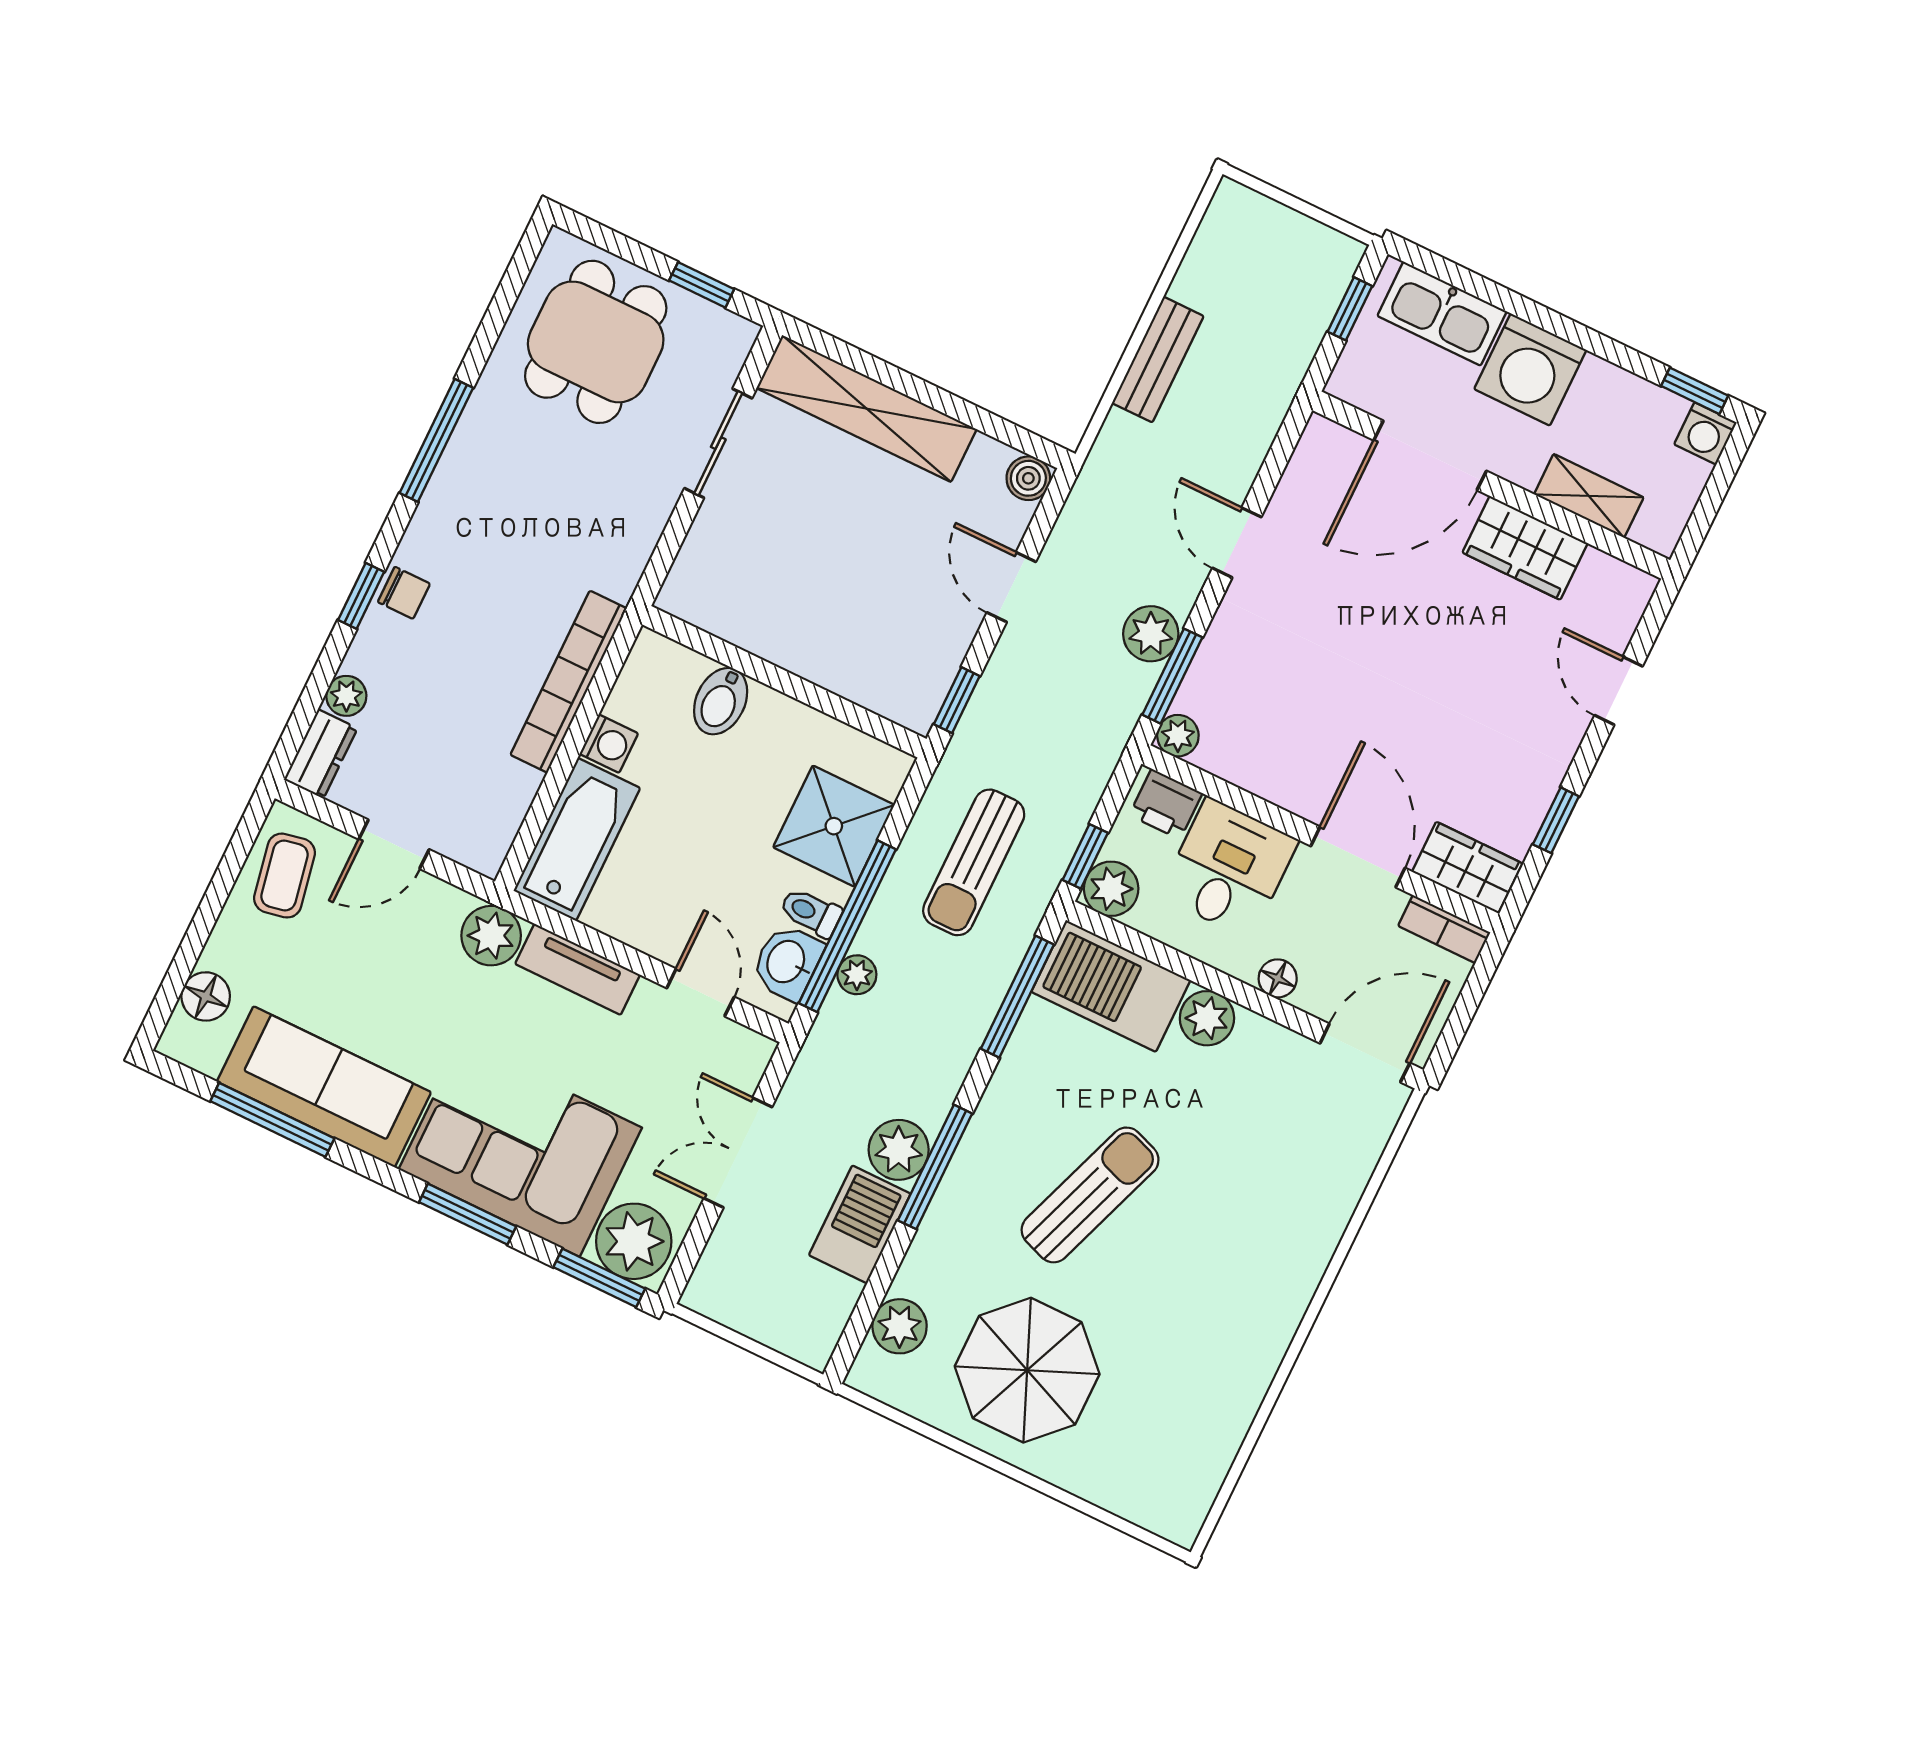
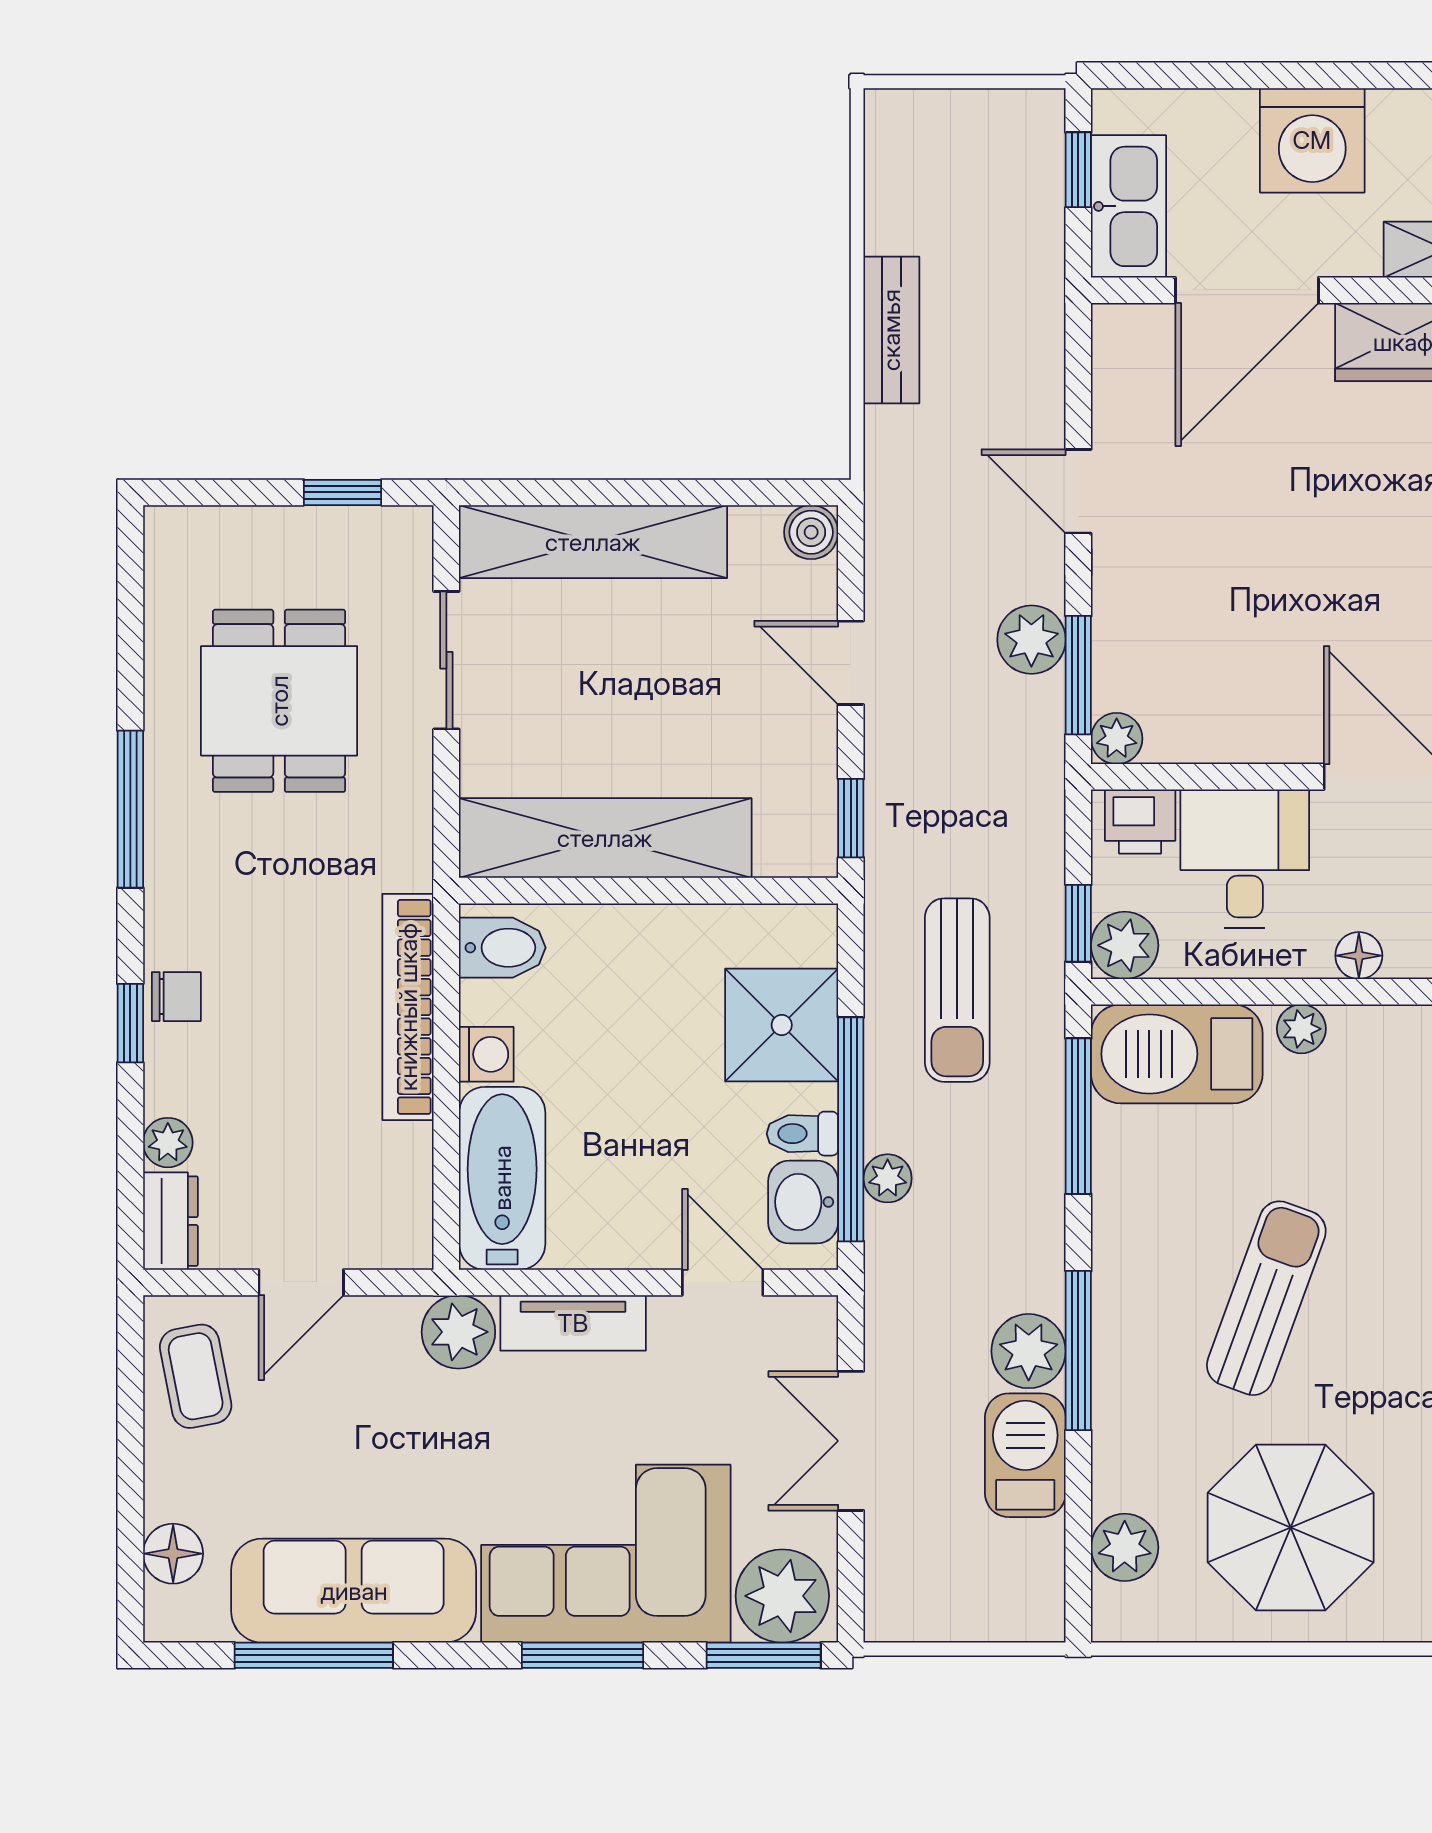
kitchen sink: (1442, 314) -> (1129, 206), moved, turned -90
dining table: (596, 342) -> (279, 701), moved
shelving: (771, 628) -> (605, 838), added
bidet: (721, 701) -> (502, 948), moved, turned -90
plant: (1207, 1018) -> (1301, 1029), width x0.73, depth x0.73

